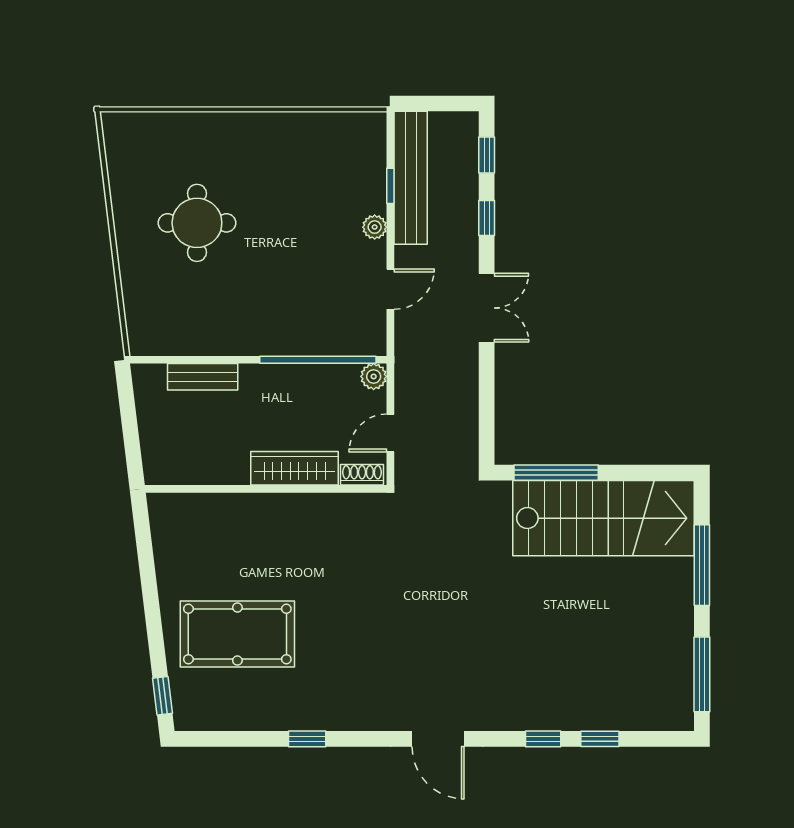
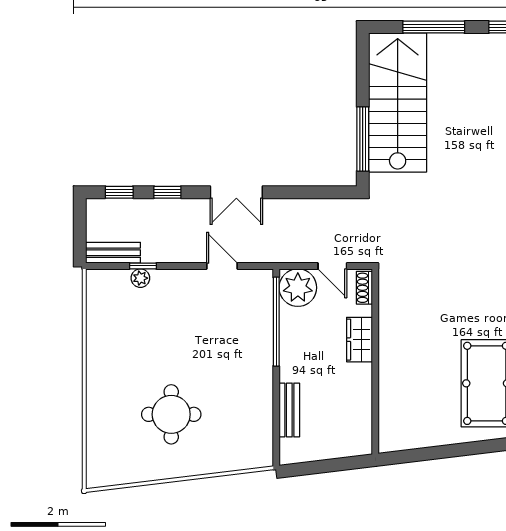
bench: (411, 178) -> (113, 253), width x0.54, depth x0.82
plant: (375, 227) -> (140, 278), moved
double door: (487, 308) -> (236, 192), swing flipped
plant: (374, 376) -> (298, 288), width x1.88, depth x1.88
wardrobe: (295, 468) -> (359, 340), width x0.67

